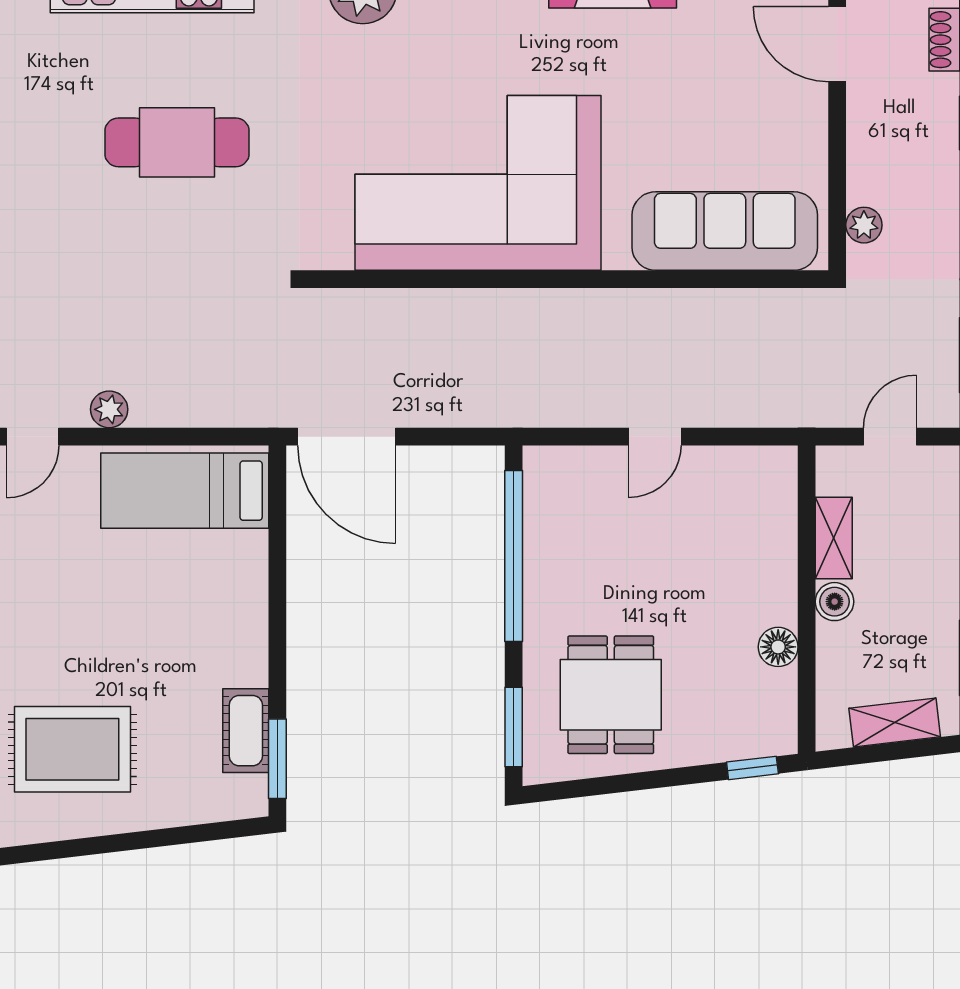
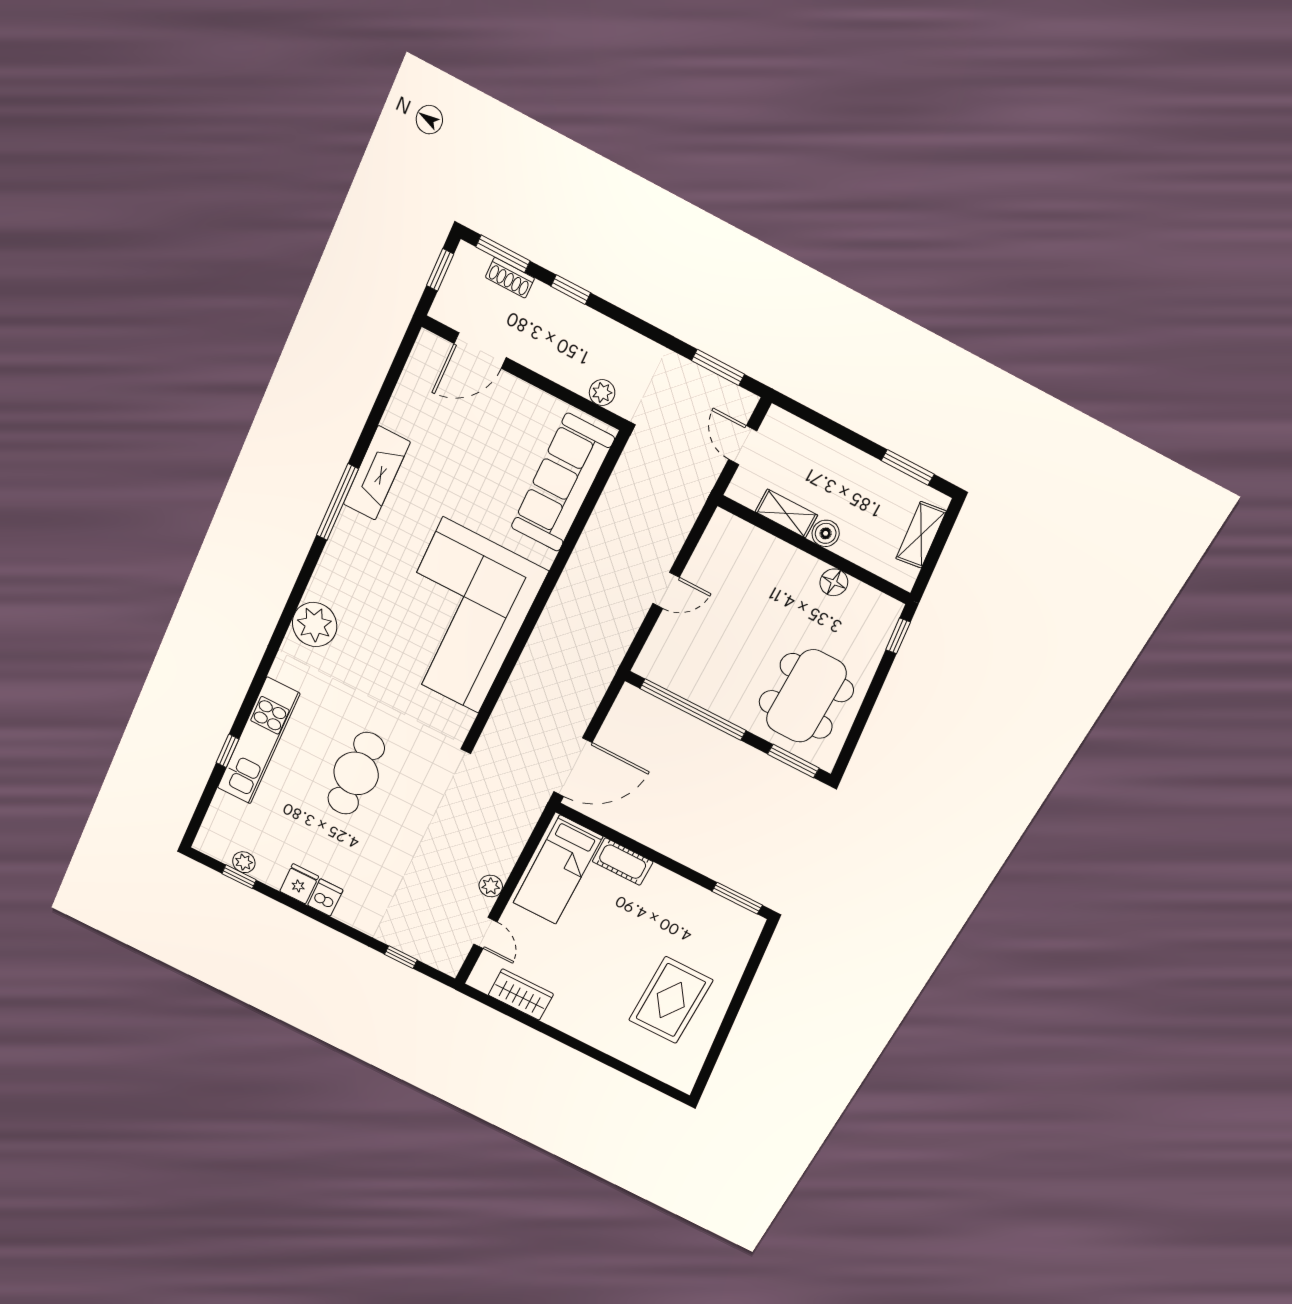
door: (655, 437) -> (666, 590), hinge flipped
dining table: (611, 695) -> (806, 696), width x1.38
cot: (246, 731) -> (623, 862), moved

